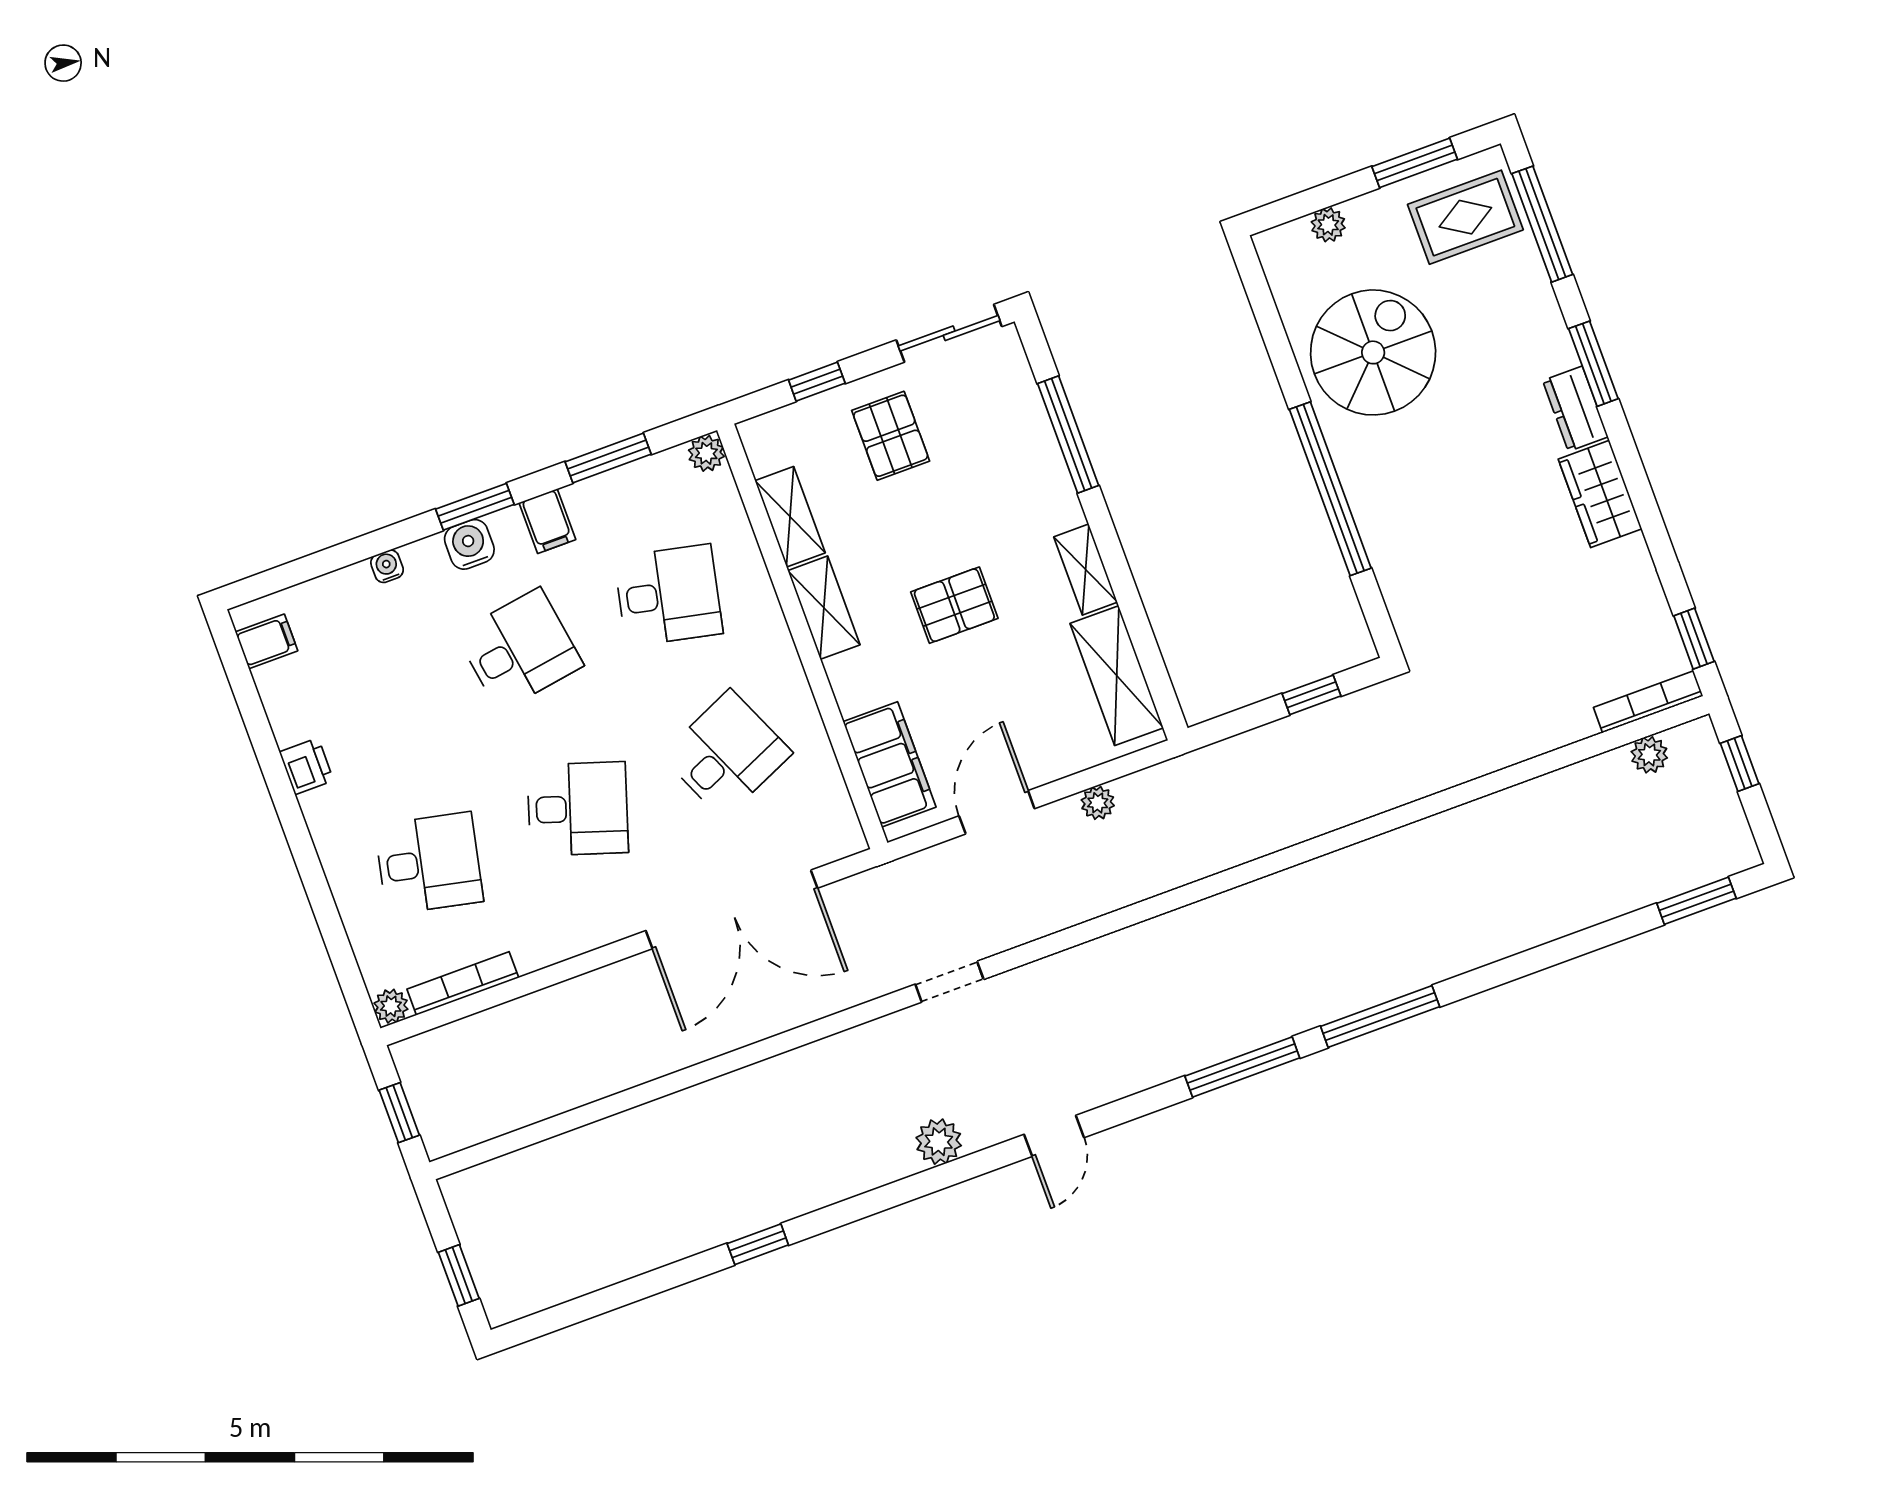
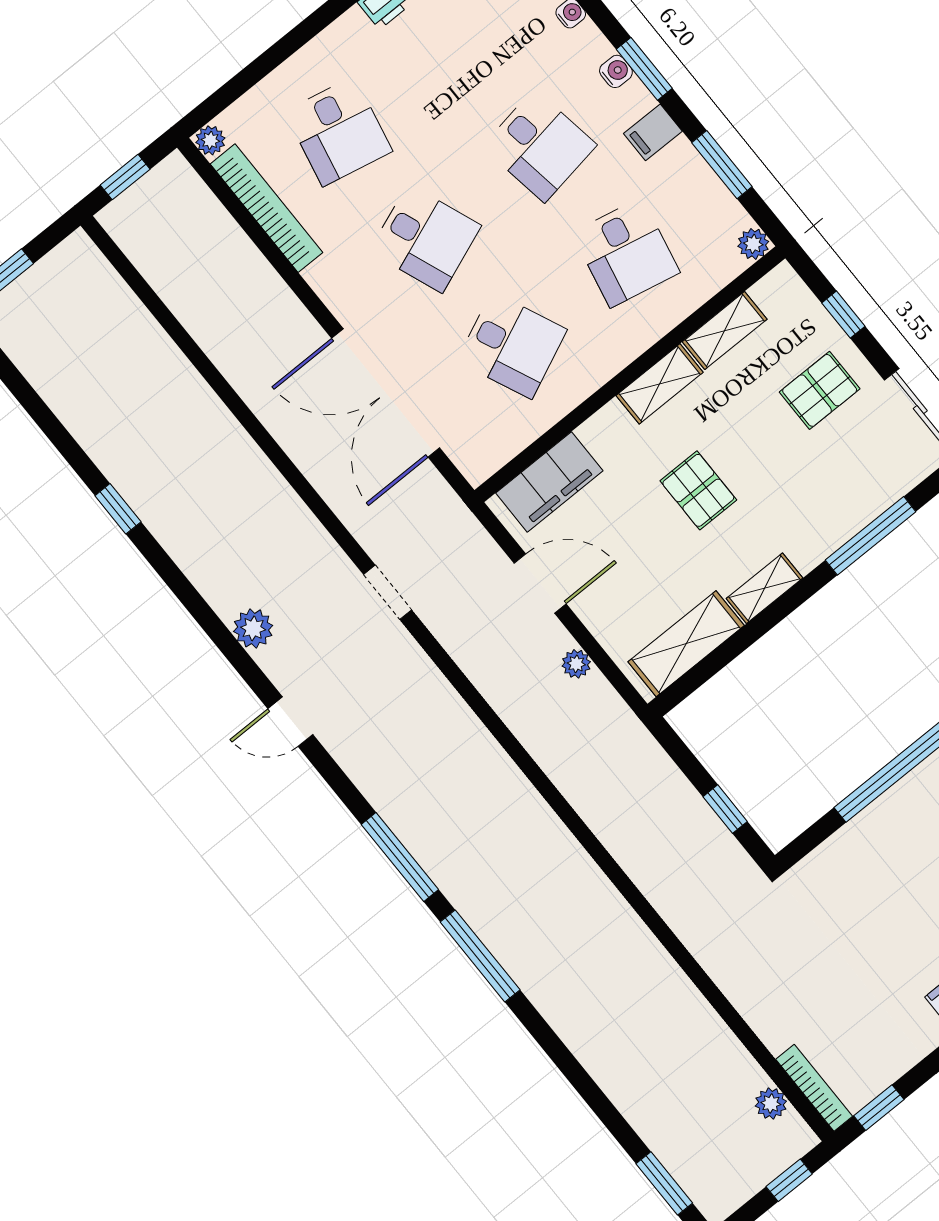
water cooler: (469, 544) -> (616, 71), width x0.72, depth x0.72
desk: (578, 809) -> (425, 238), turned -39
bookcase: (463, 983) -> (267, 208), width x1.48, depth x1.31

